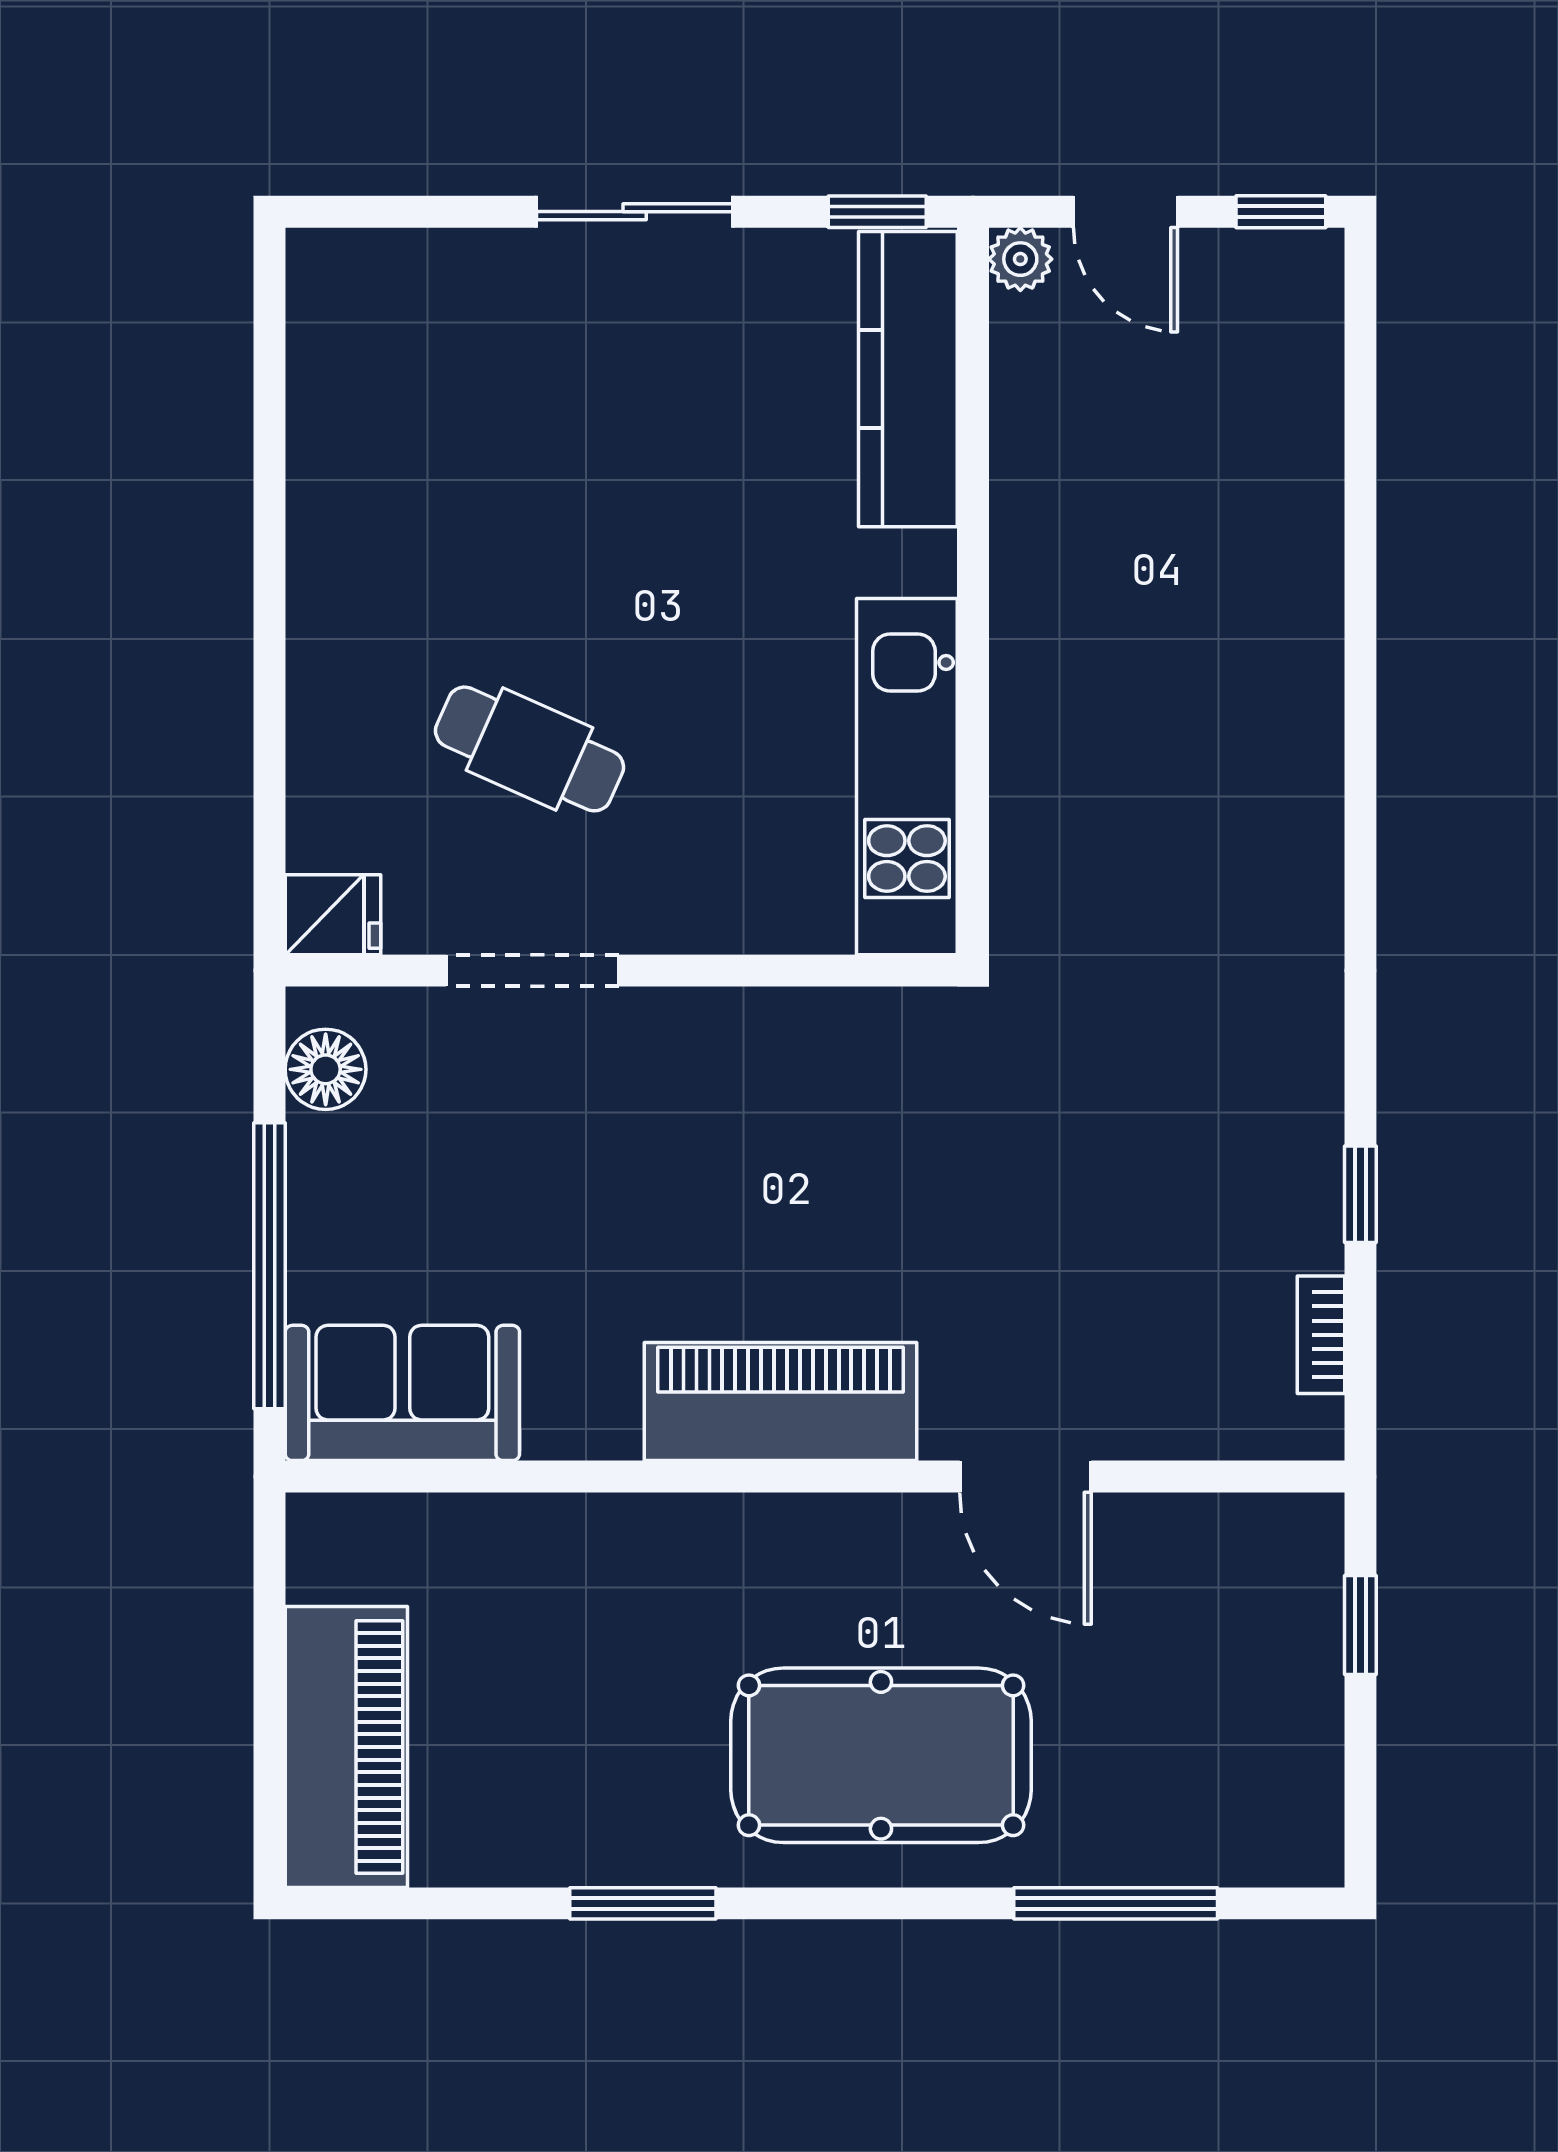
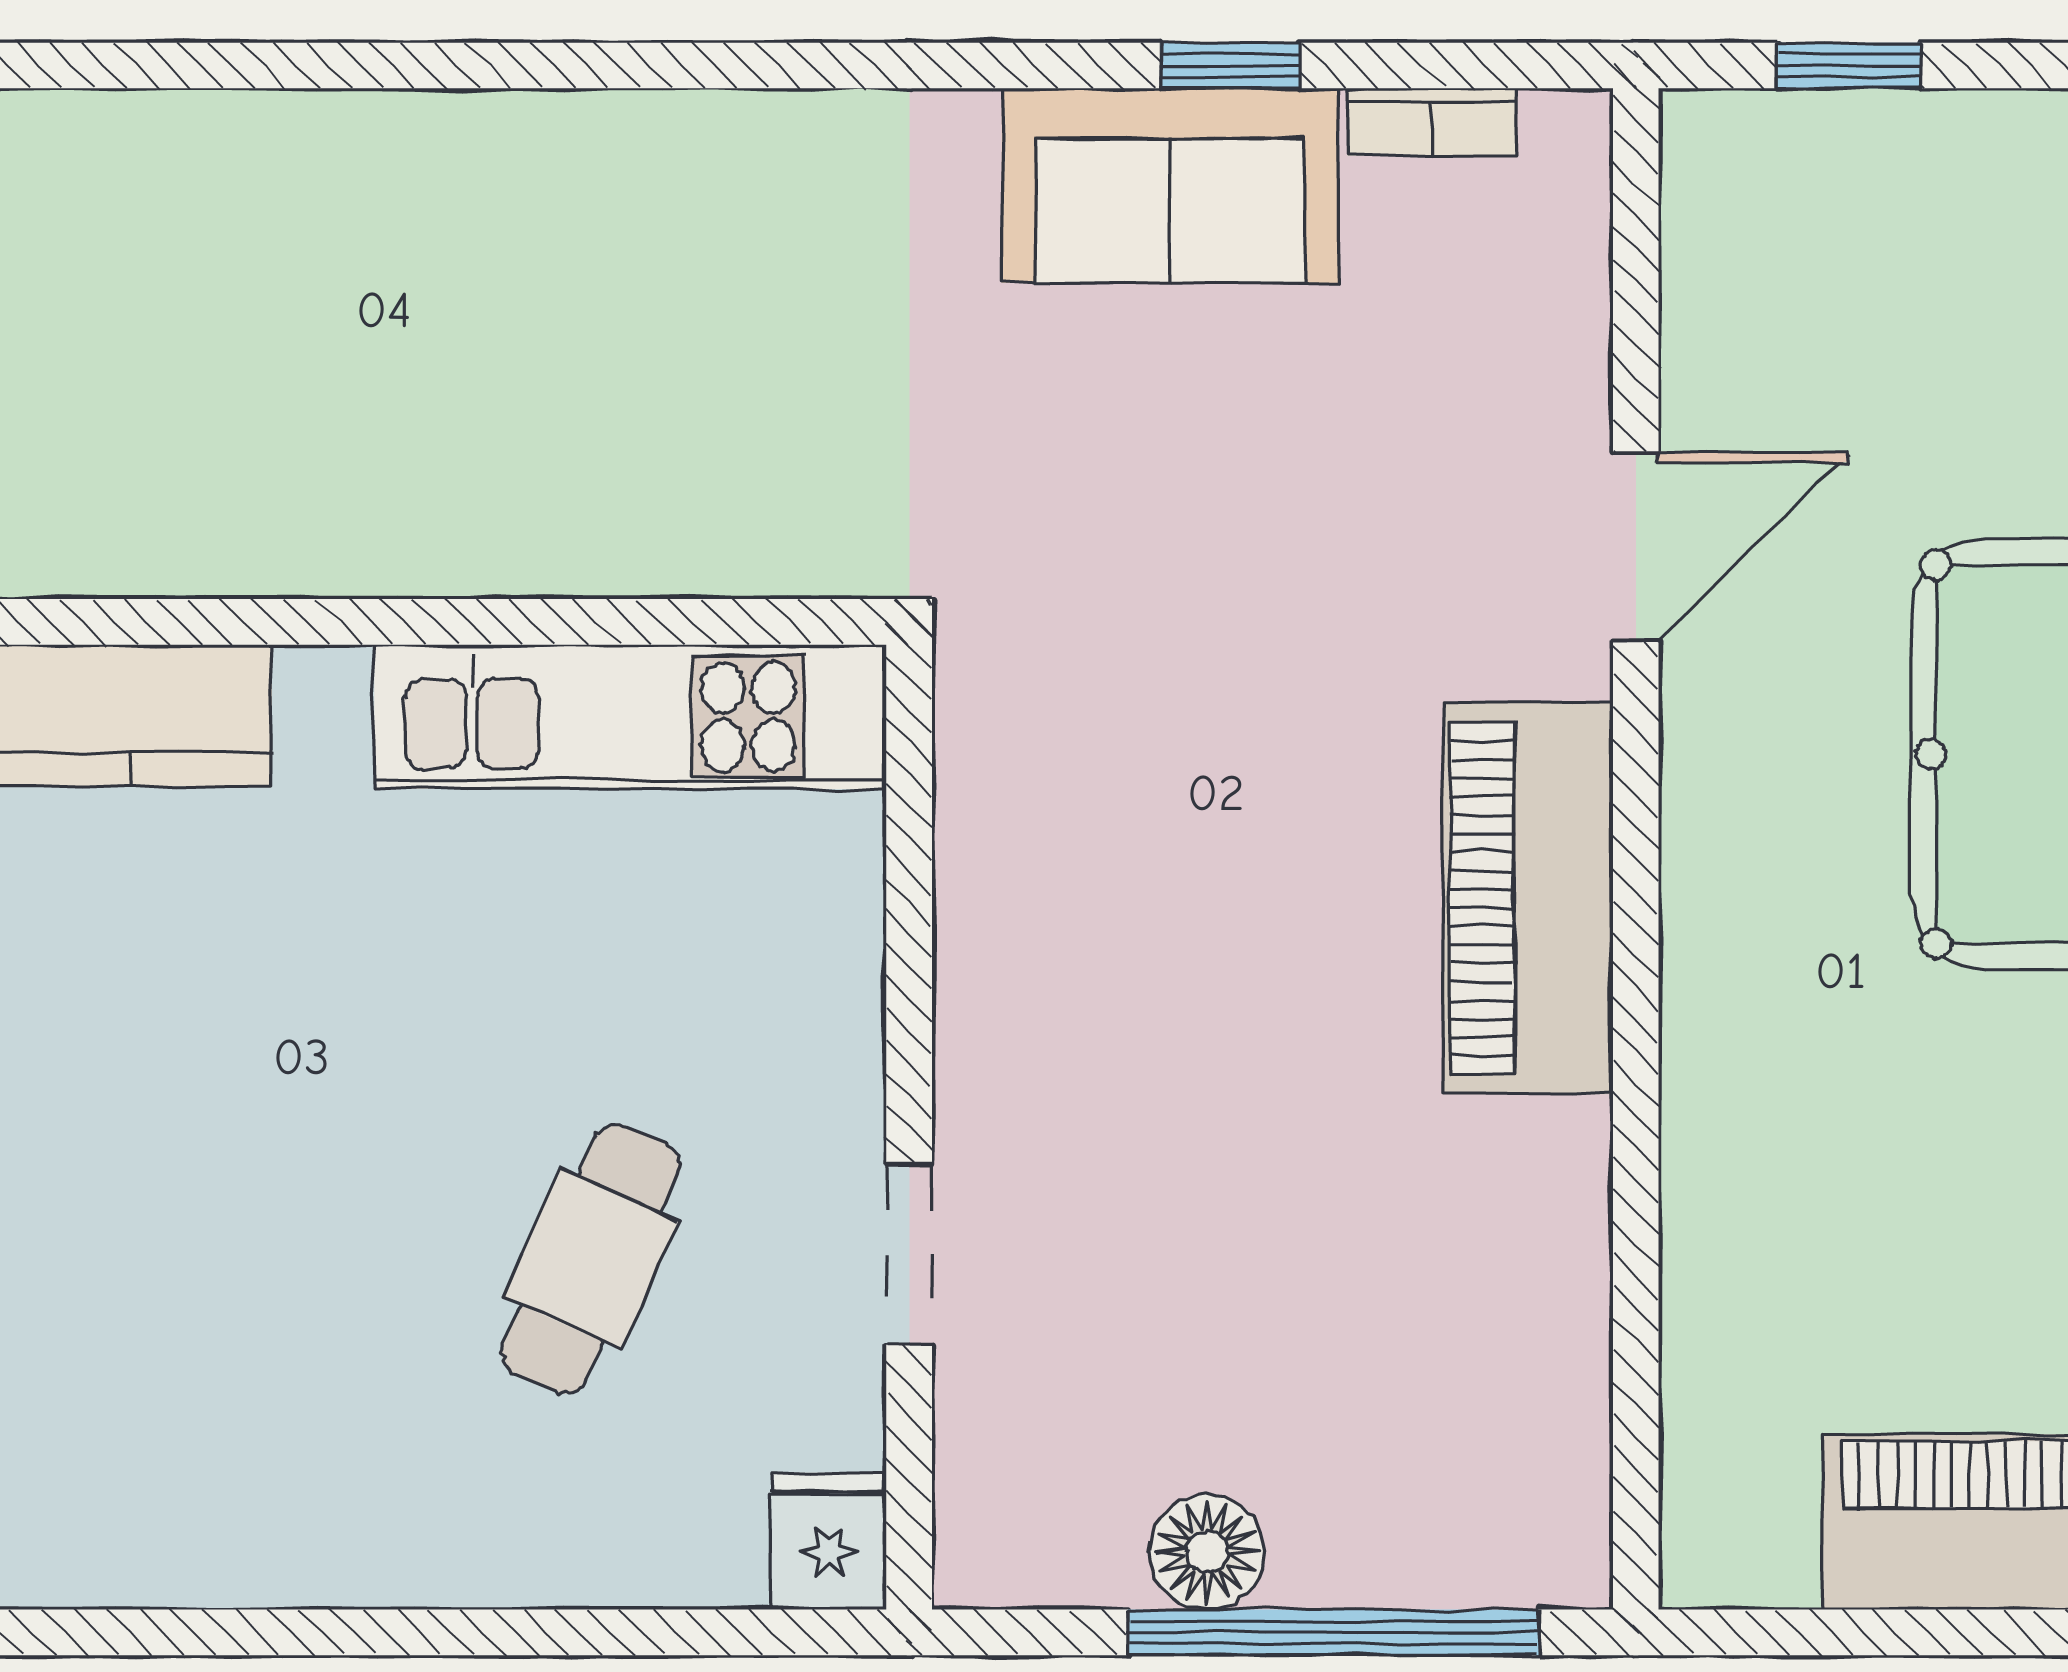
doorway: (533, 971) -> (909, 1254), width x0.73
floor lamp: (326, 1069) -> (1207, 1552), moved
sofa: (402, 1393) -> (1170, 186), moved, turned -90

